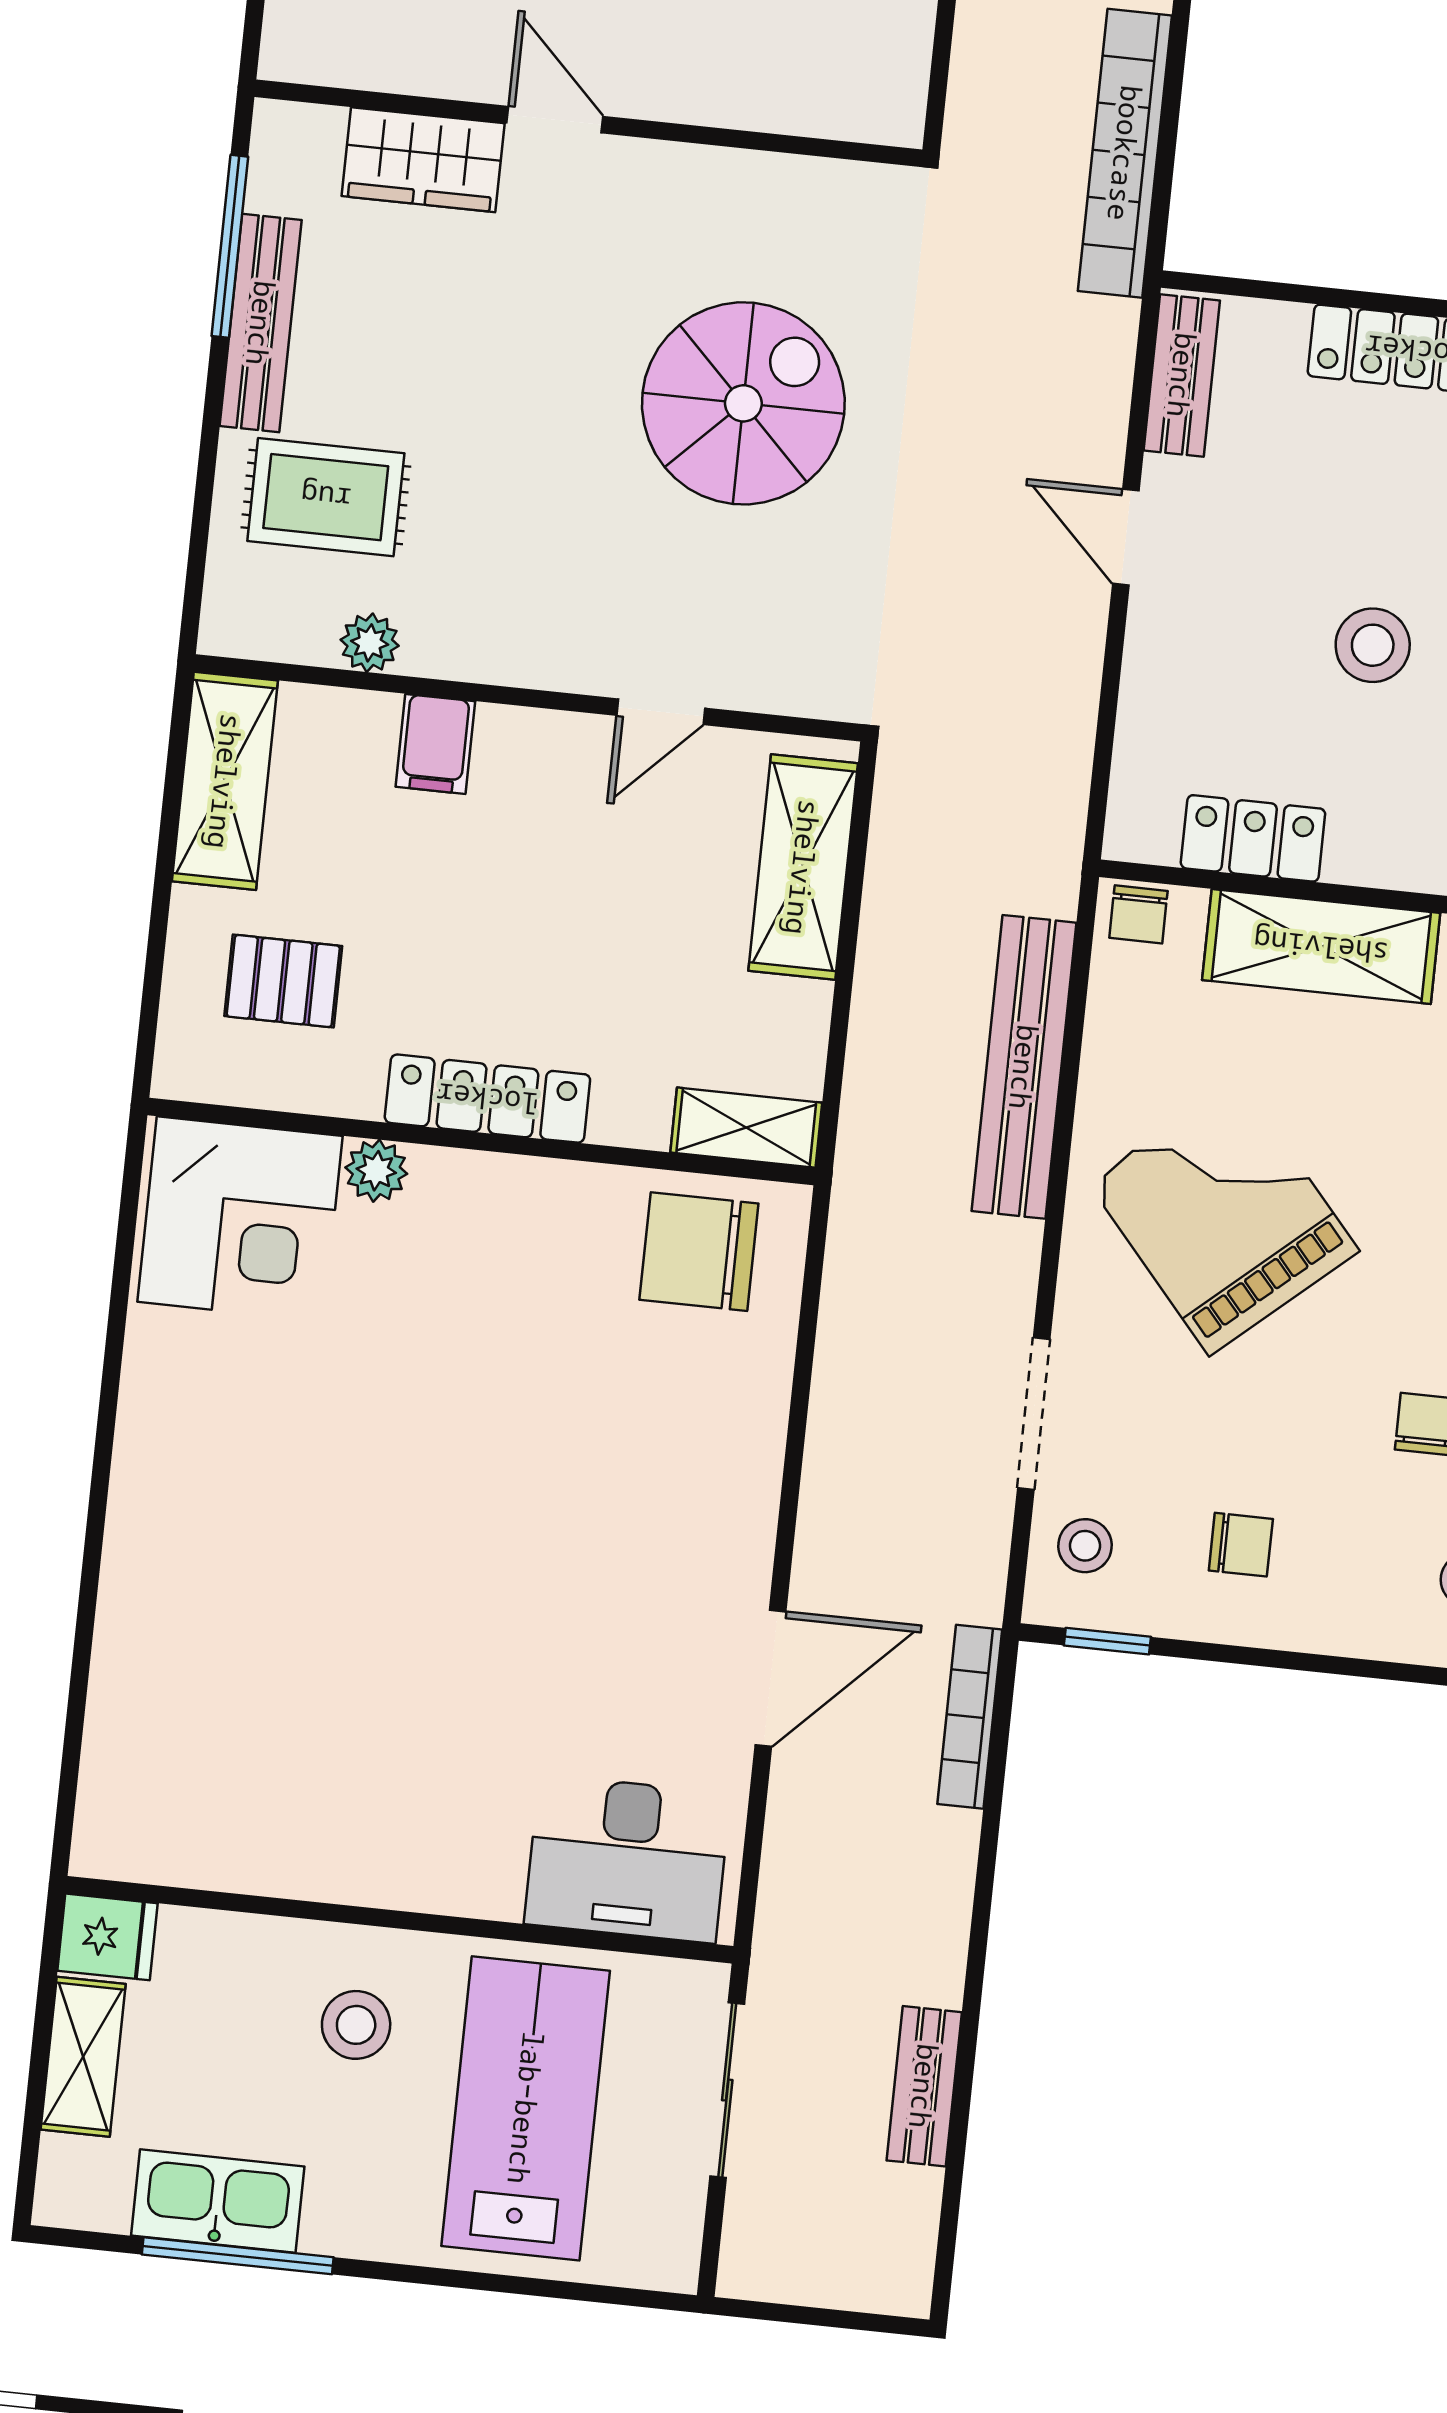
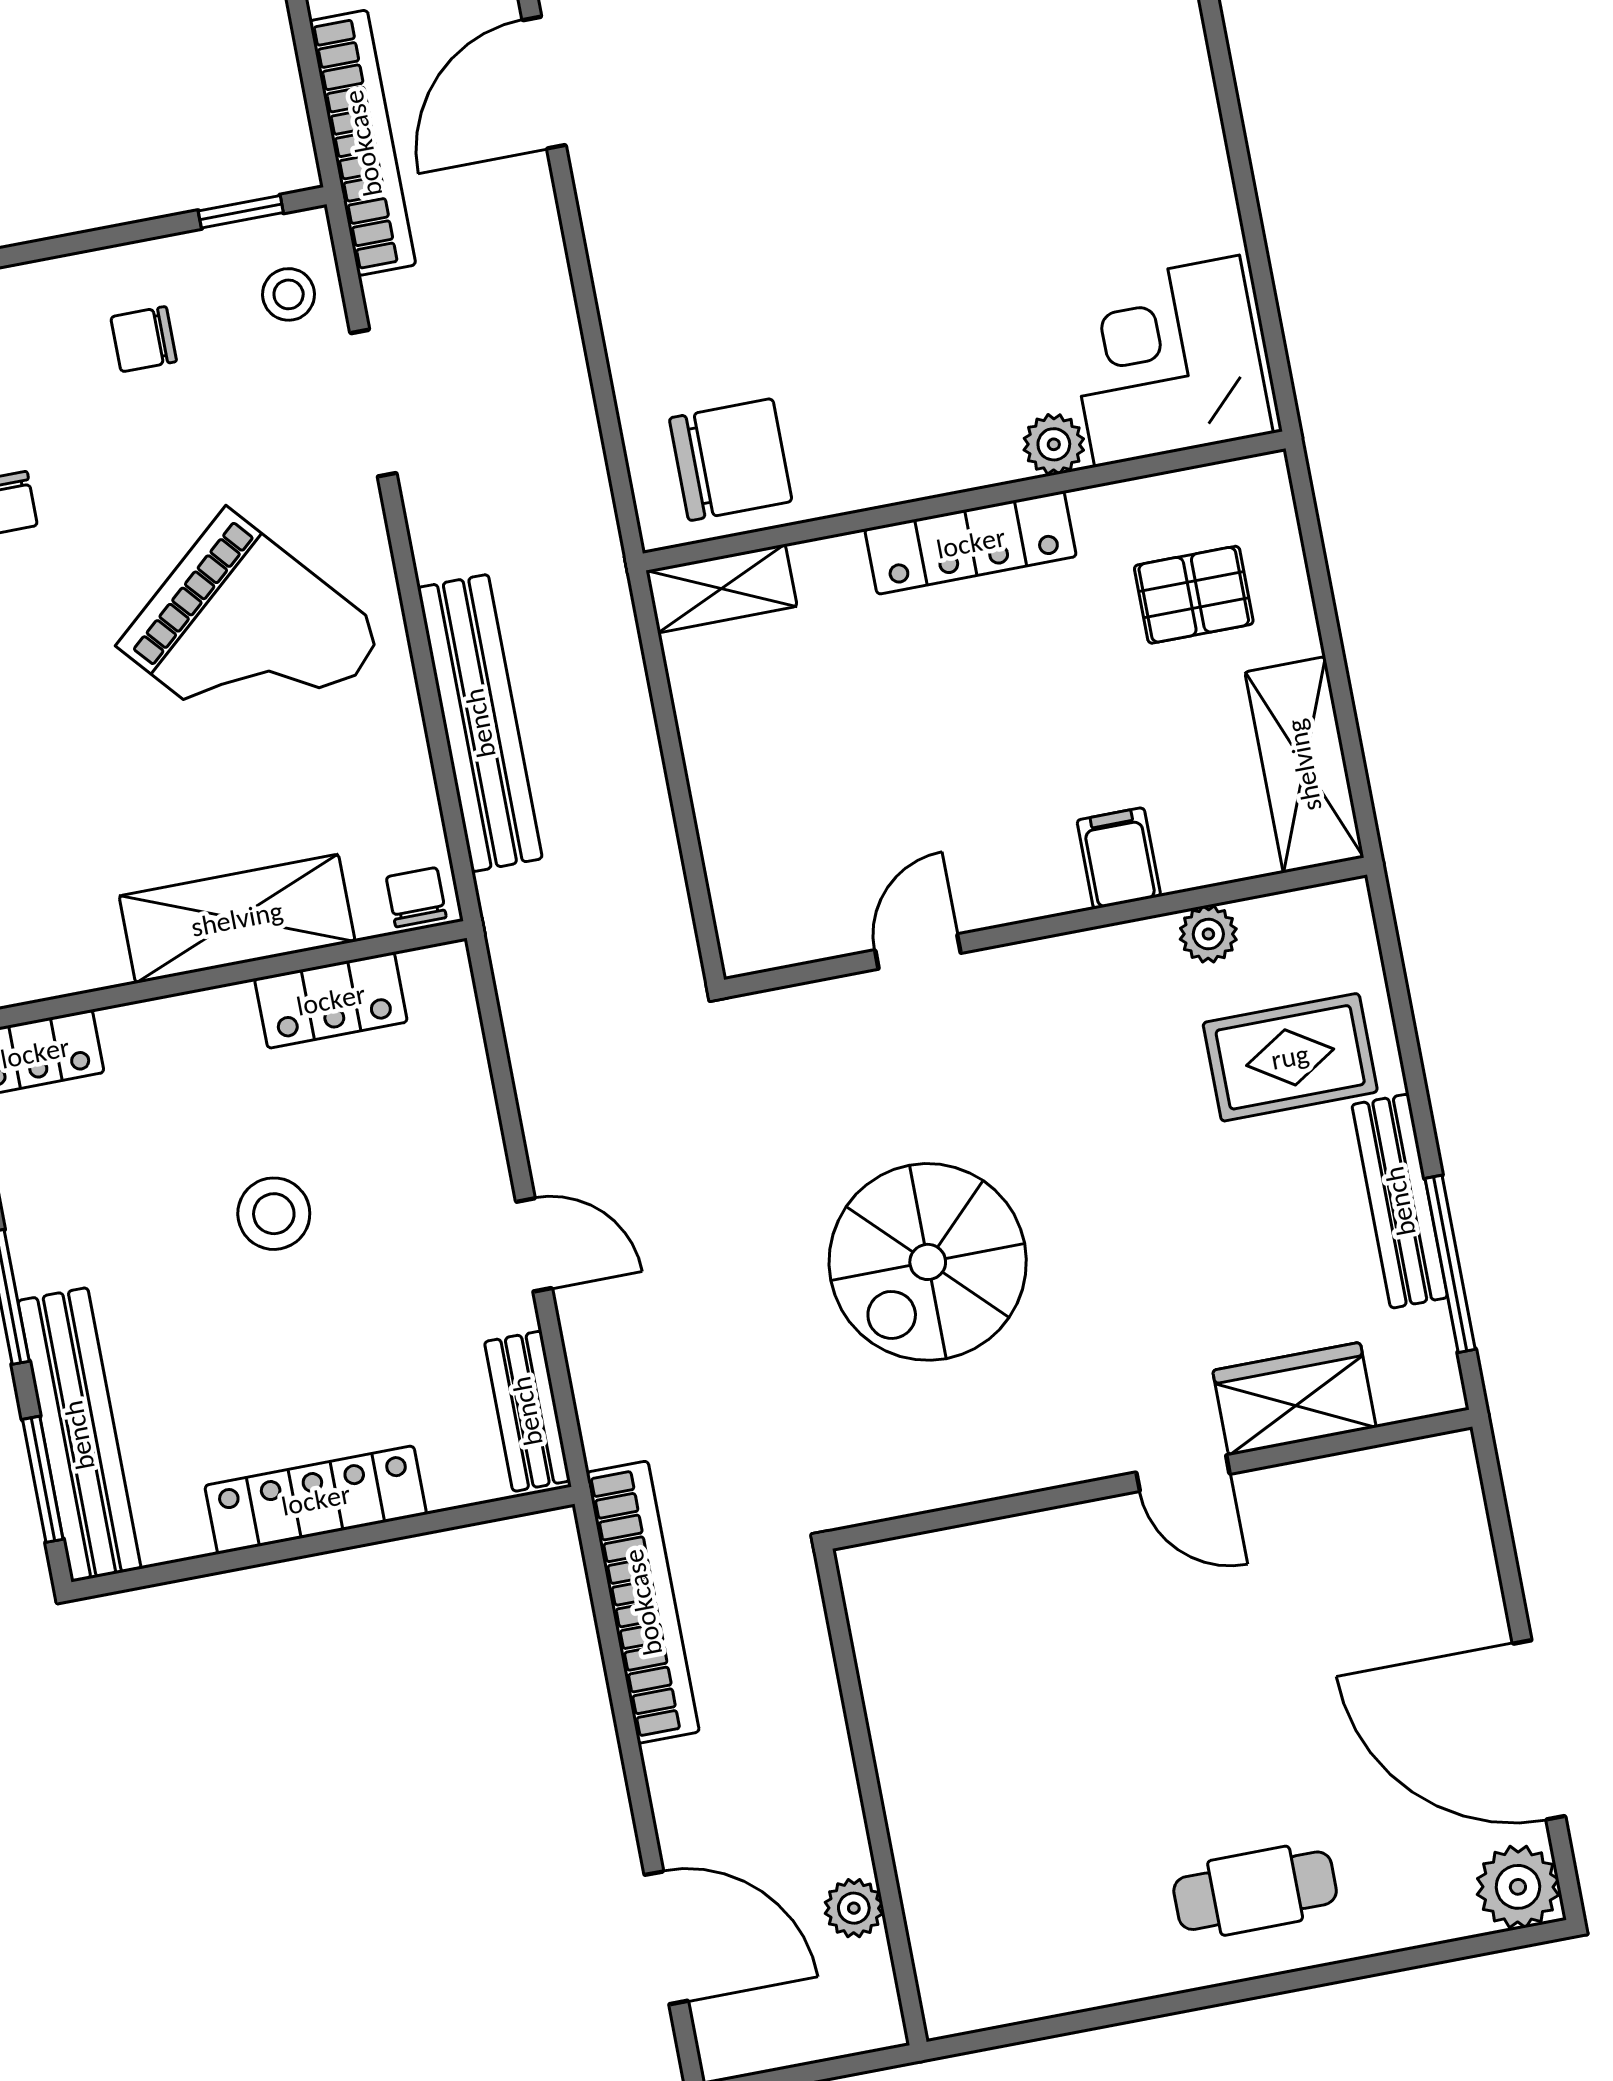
shelving: (803, 867) -> (742, 847), removed
bookcase: (970, 1717) -> (363, 143), width x1.48, depth x1.31

